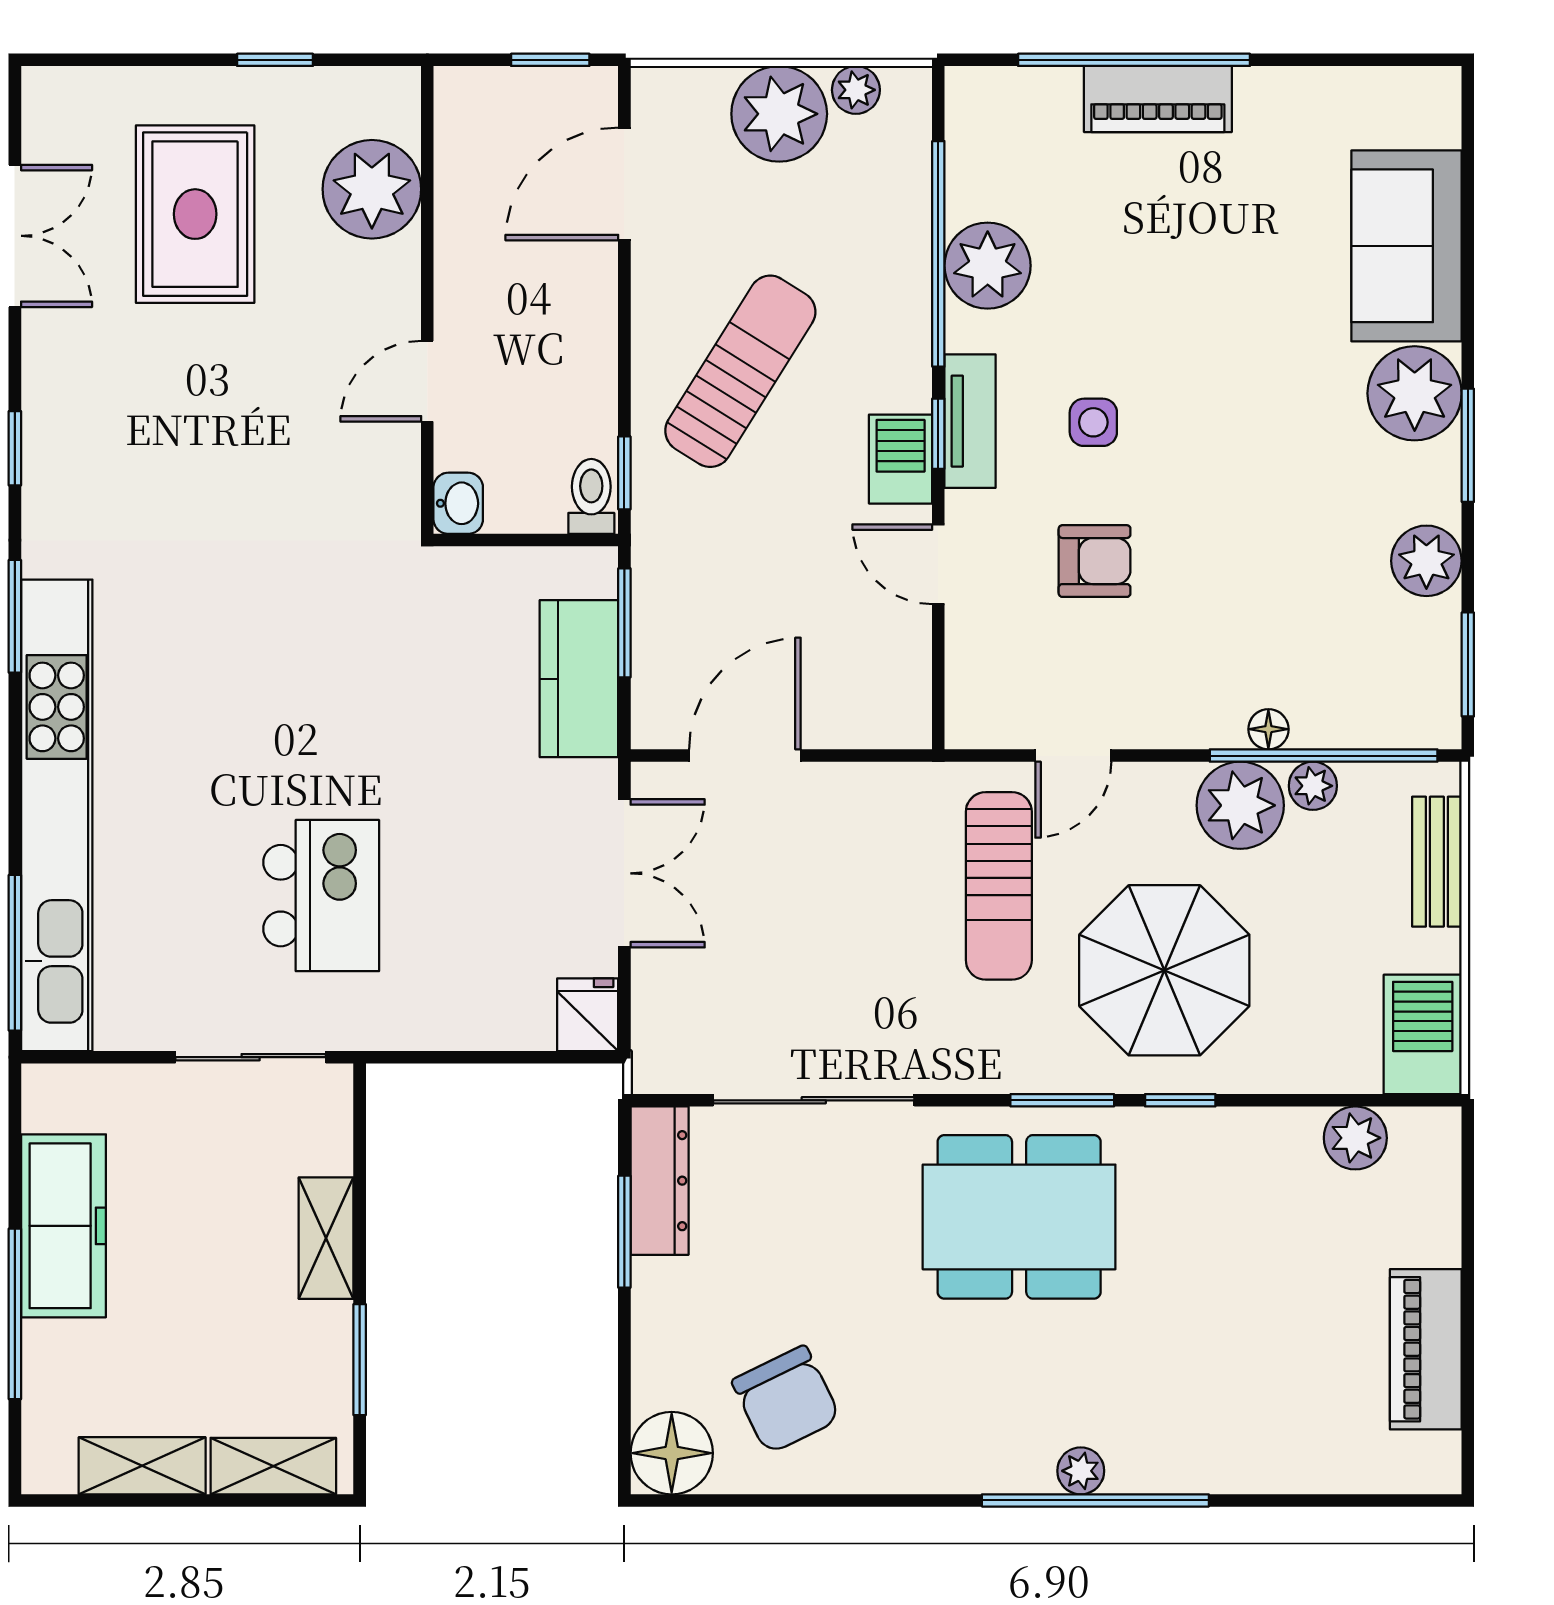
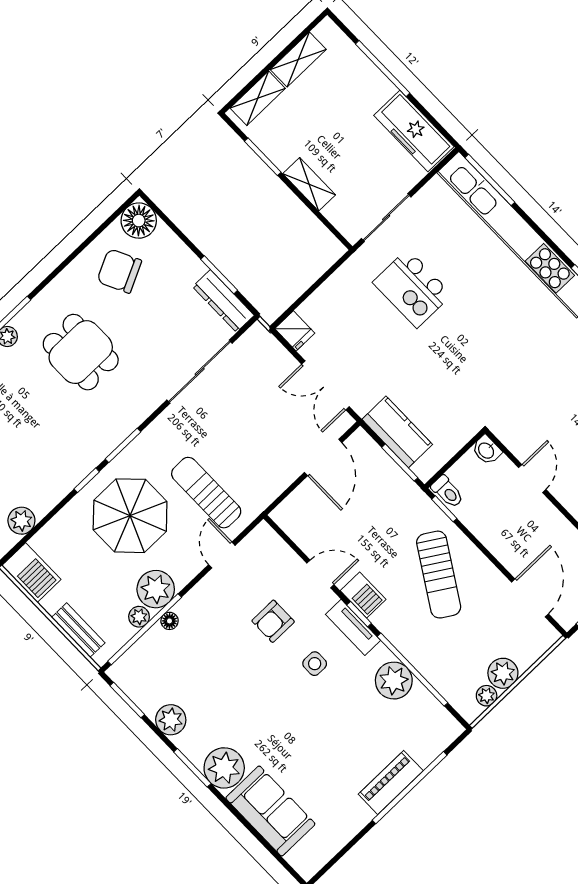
plant: (779, 114) -> (503, 673), width x0.73, depth x0.73
dining table: (1019, 1217) -> (81, 352), moved, width x0.73
freezer: (63, 1226) -> (414, 131), moved

